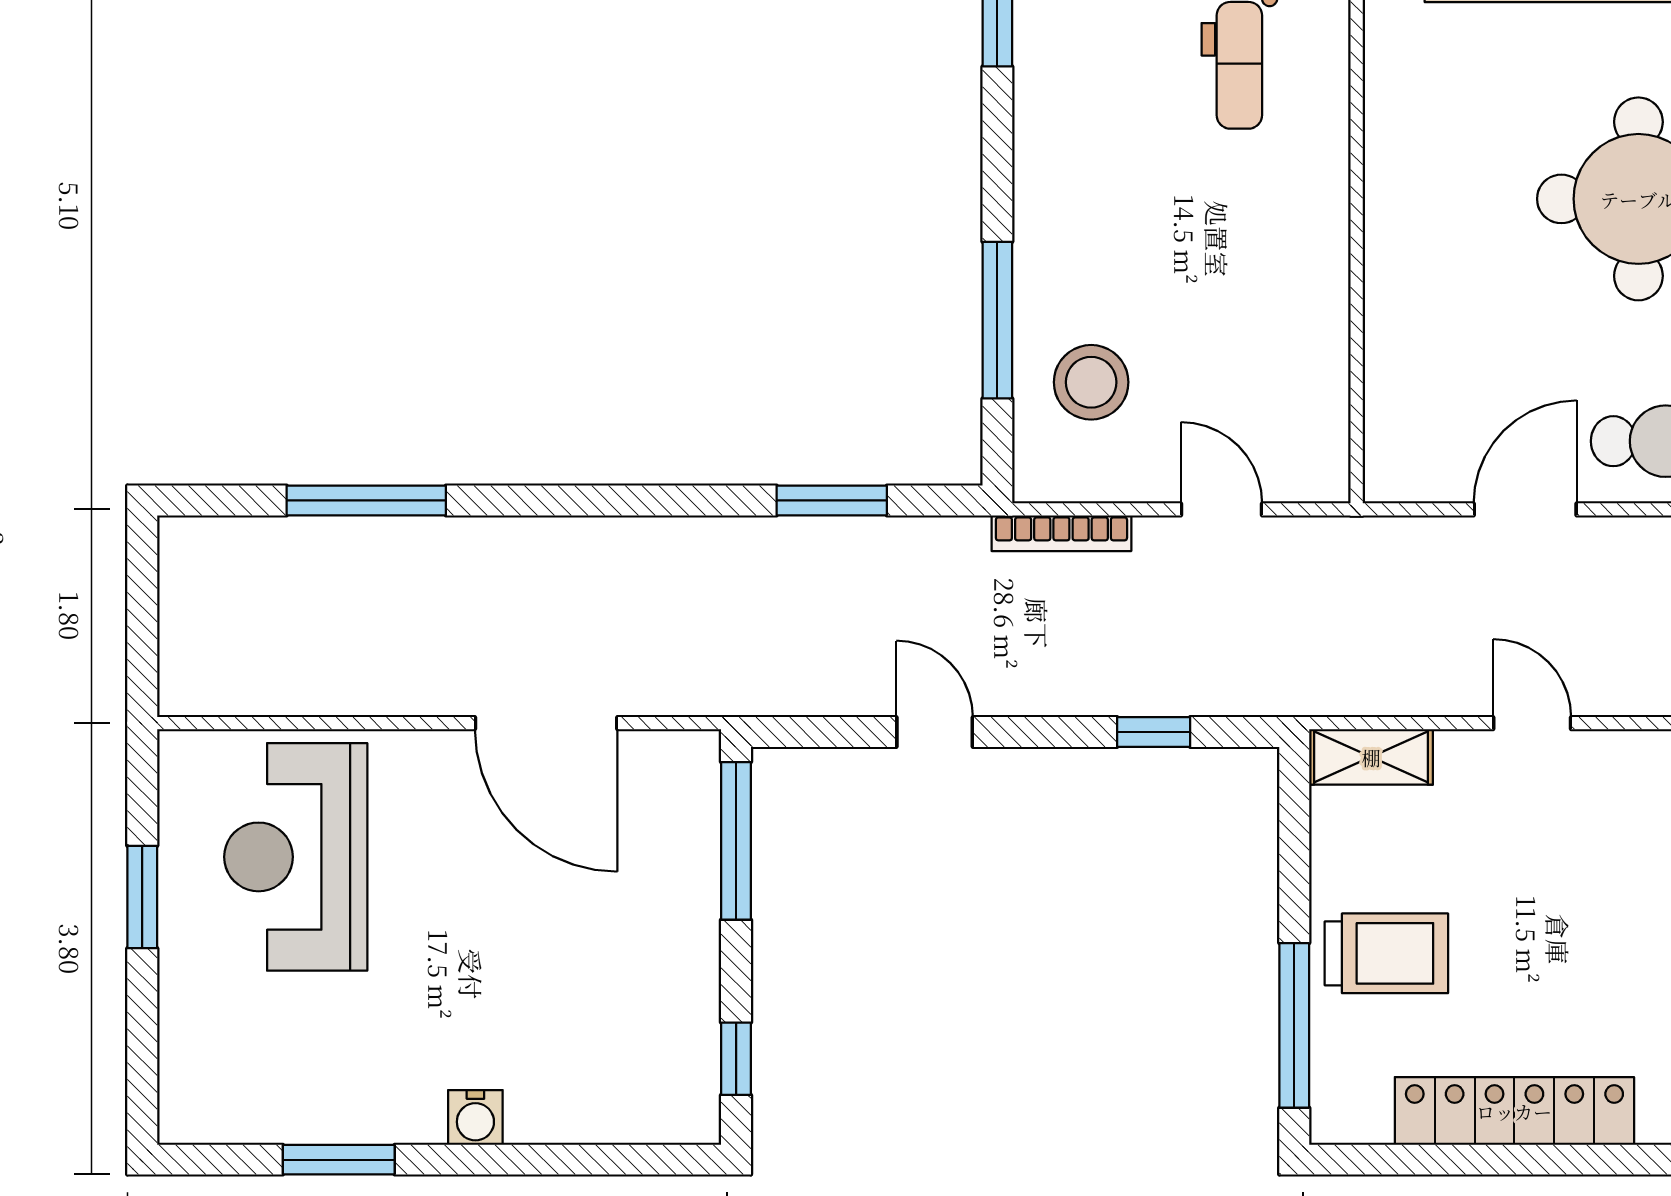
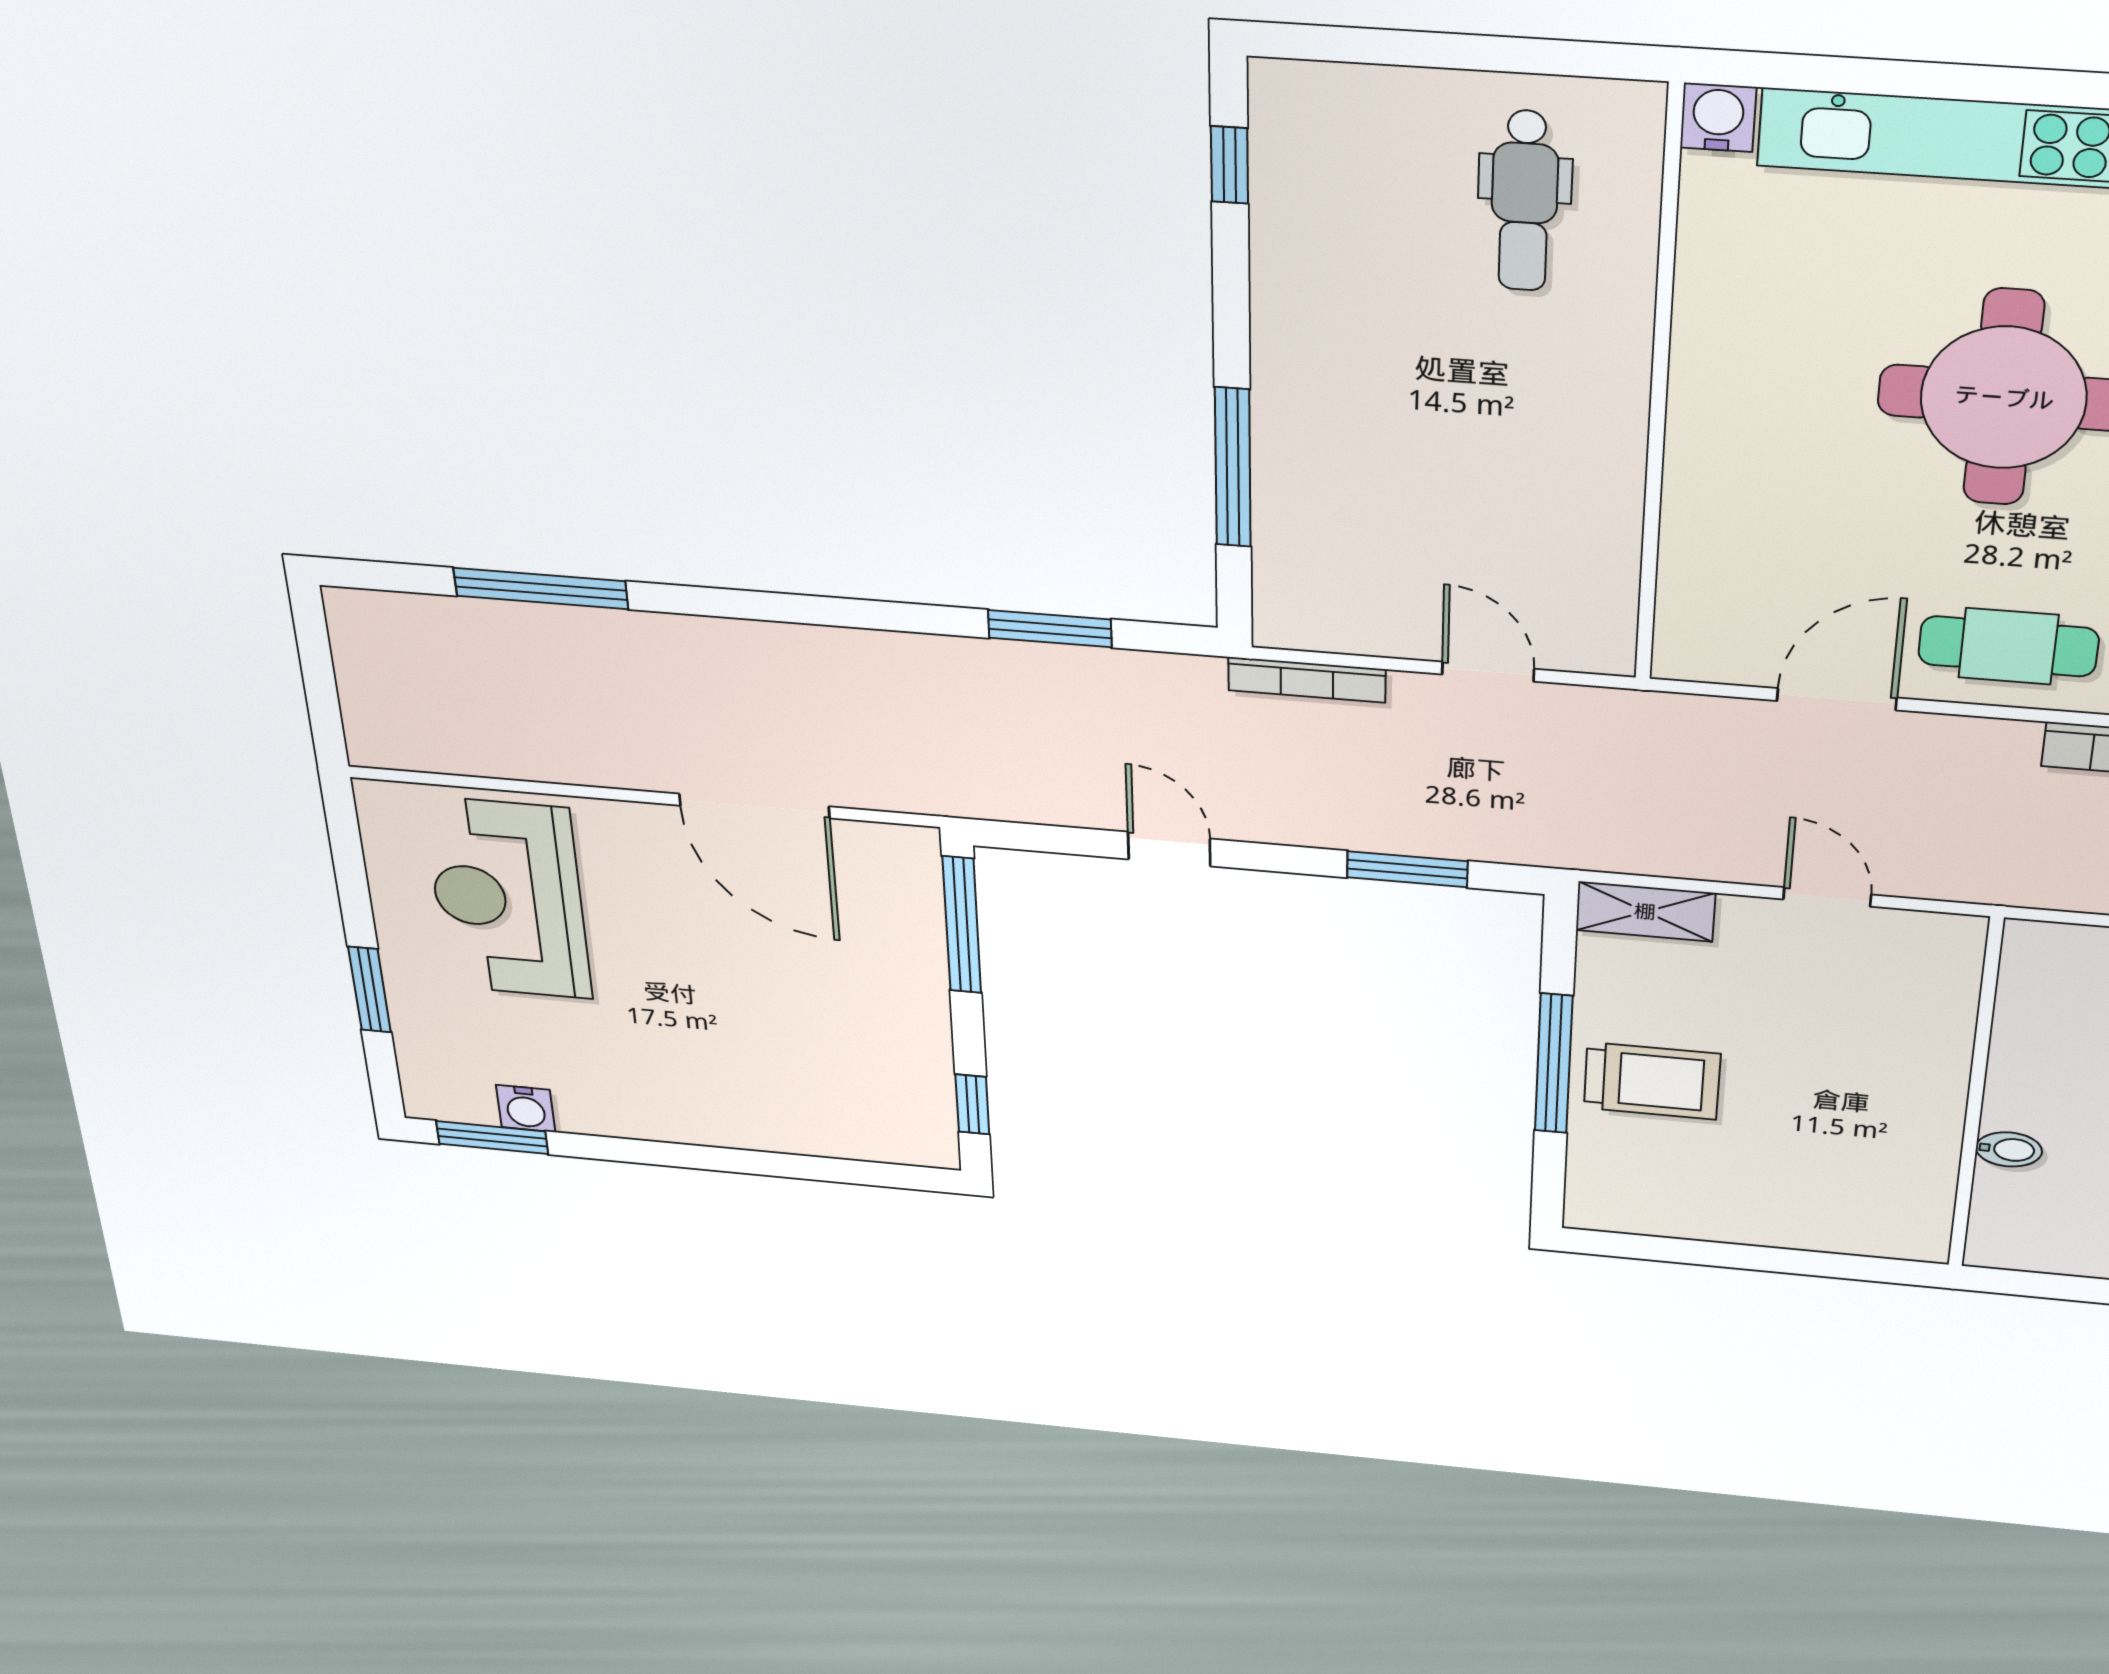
stool: (1091, 382) -> (1341, 537), removed
window: (1154, 732) -> (1407, 869), width x1.50
window: (142, 897) -> (370, 990), moved
window: (1294, 1025) -> (1554, 1064), moved
locker: (1514, 1111) -> (1779, 1222), removed
water cooler: (475, 1117) -> (526, 1108), moved
window: (339, 1160) -> (492, 1138), moved

